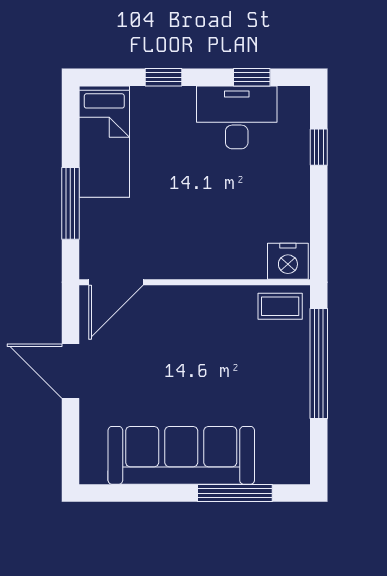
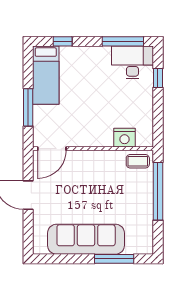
window: (164, 77) -> (63, 41), moved
window: (252, 77) -> (123, 41), width x2.17
desk: (237, 117) -> (132, 62), moved
nightstand: (288, 261) -> (125, 138), moved

